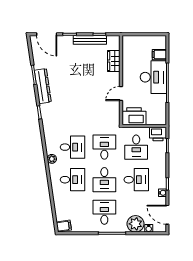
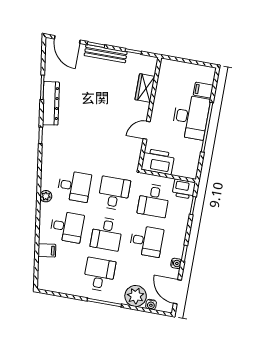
bench: (90, 40) -> (106, 54), moved
filing cabinet: (64, 226) -> (47, 250), moved

